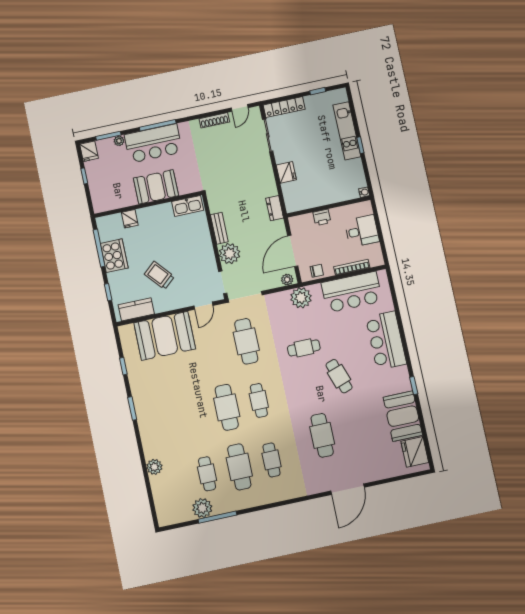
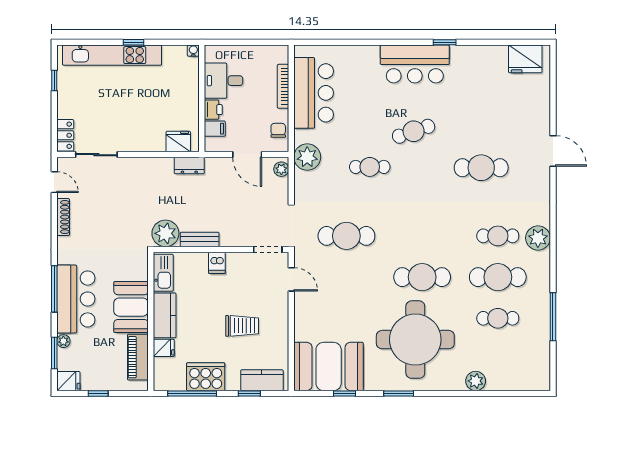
locker: (284, 107) -> (65, 135), width x0.66
kitchen unit: (347, 131) -> (112, 55), width x1.36
fridge: (286, 172) -> (178, 142), moved
piano: (118, 200) -> (138, 357), added
kitchen counter: (155, 214) -> (165, 315), added
filing cabinet: (307, 222) -> (215, 129), added
desk: (362, 231) -> (224, 81), moved, turned -90
dishwasher: (204, 245) -> (217, 263), added
door: (293, 251) -> (247, 155), width x0.73
plant: (230, 254) -> (165, 233), moved
trolley: (159, 275) -> (242, 326), turned -139
kitchen counter: (136, 309) -> (262, 380), moved, turned 90
booth: (165, 336) -> (329, 366), moved, turned 90
bar counter: (386, 340) -> (415, 64), moved
cafe table: (304, 348) -> (370, 167), turned 90
cafe table: (259, 400) -> (422, 236), removed
round table: (177, 412) -> (415, 340), added
booth: (403, 416) -> (479, 64), removed
door: (347, 489) -> (553, 151), width x0.73
plant: (202, 508) -> (538, 238), moved

